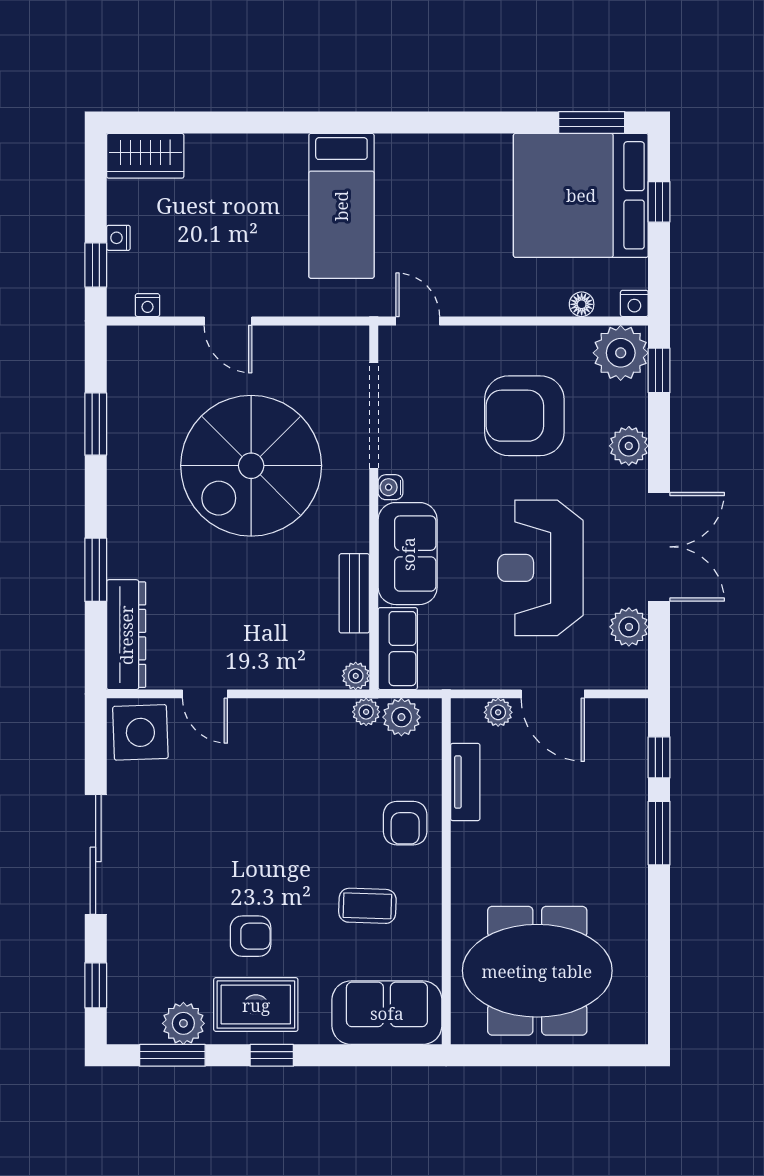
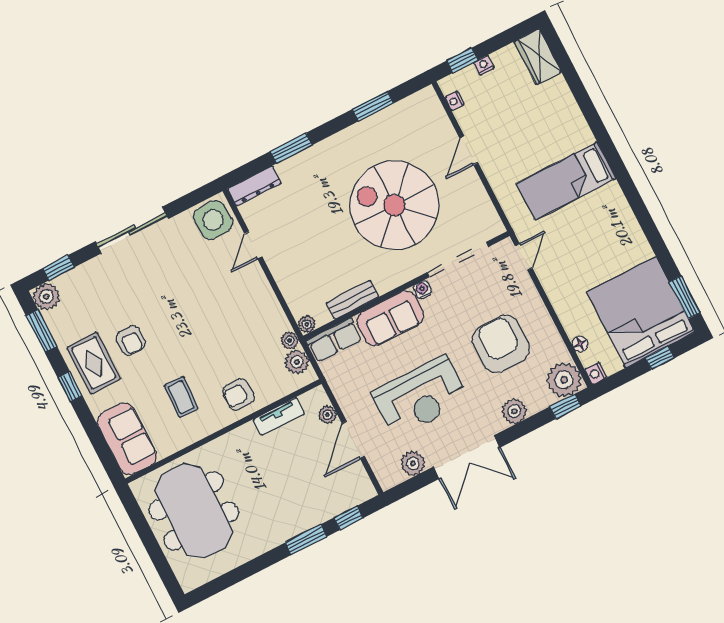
reception desk: (540, 568) -> (420, 397), turned 180
dresser: (126, 635) -> (254, 186), width x0.73, depth x0.80
plant: (183, 1023) -> (46, 297), moved

